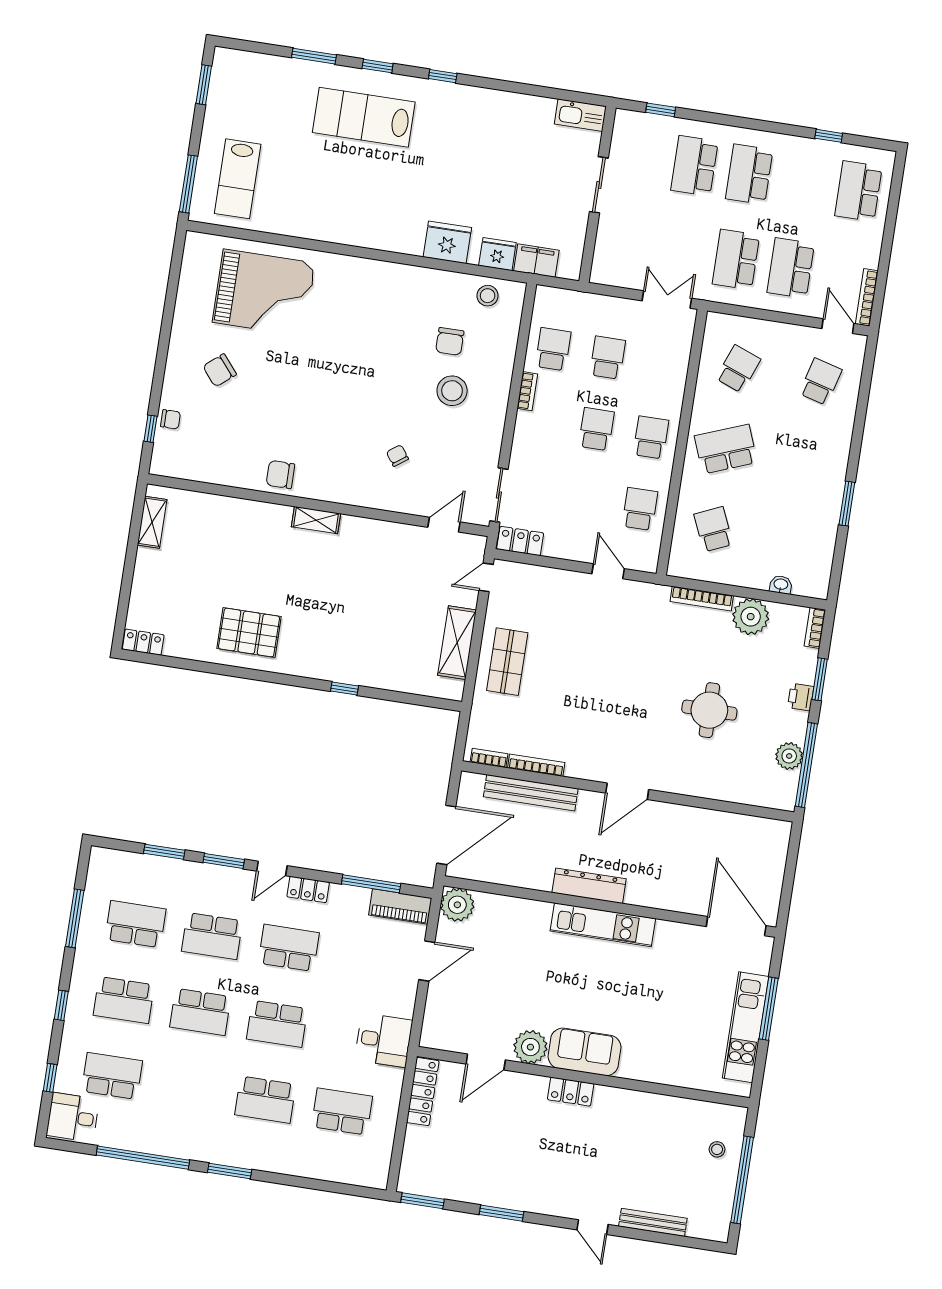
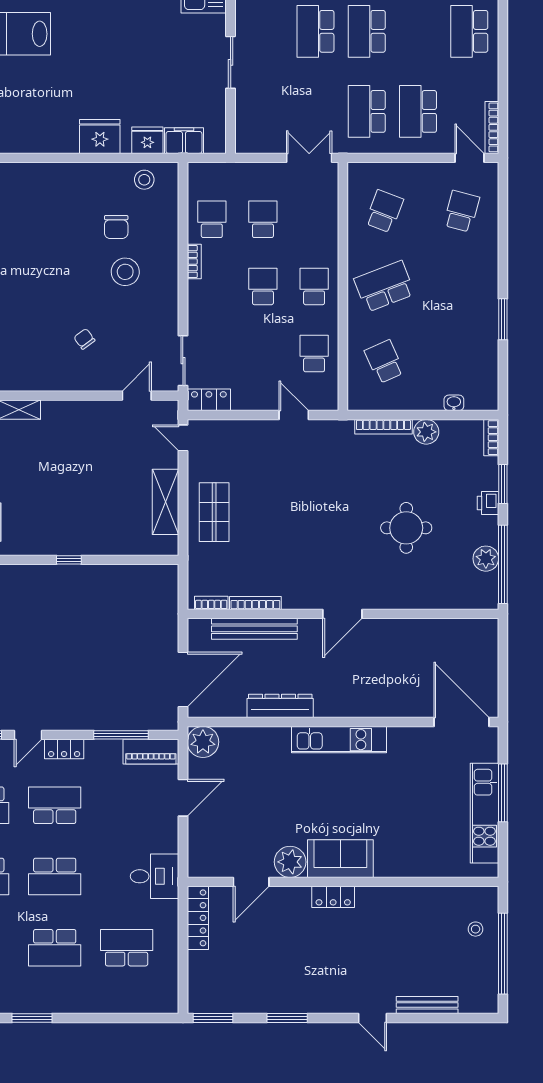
door: (486, 577) -> (183, 438), hinge flipped
plant: (751, 617) -> (426, 432), width x0.73, depth x0.73
dresser: (589, 886) -> (280, 706), moved

